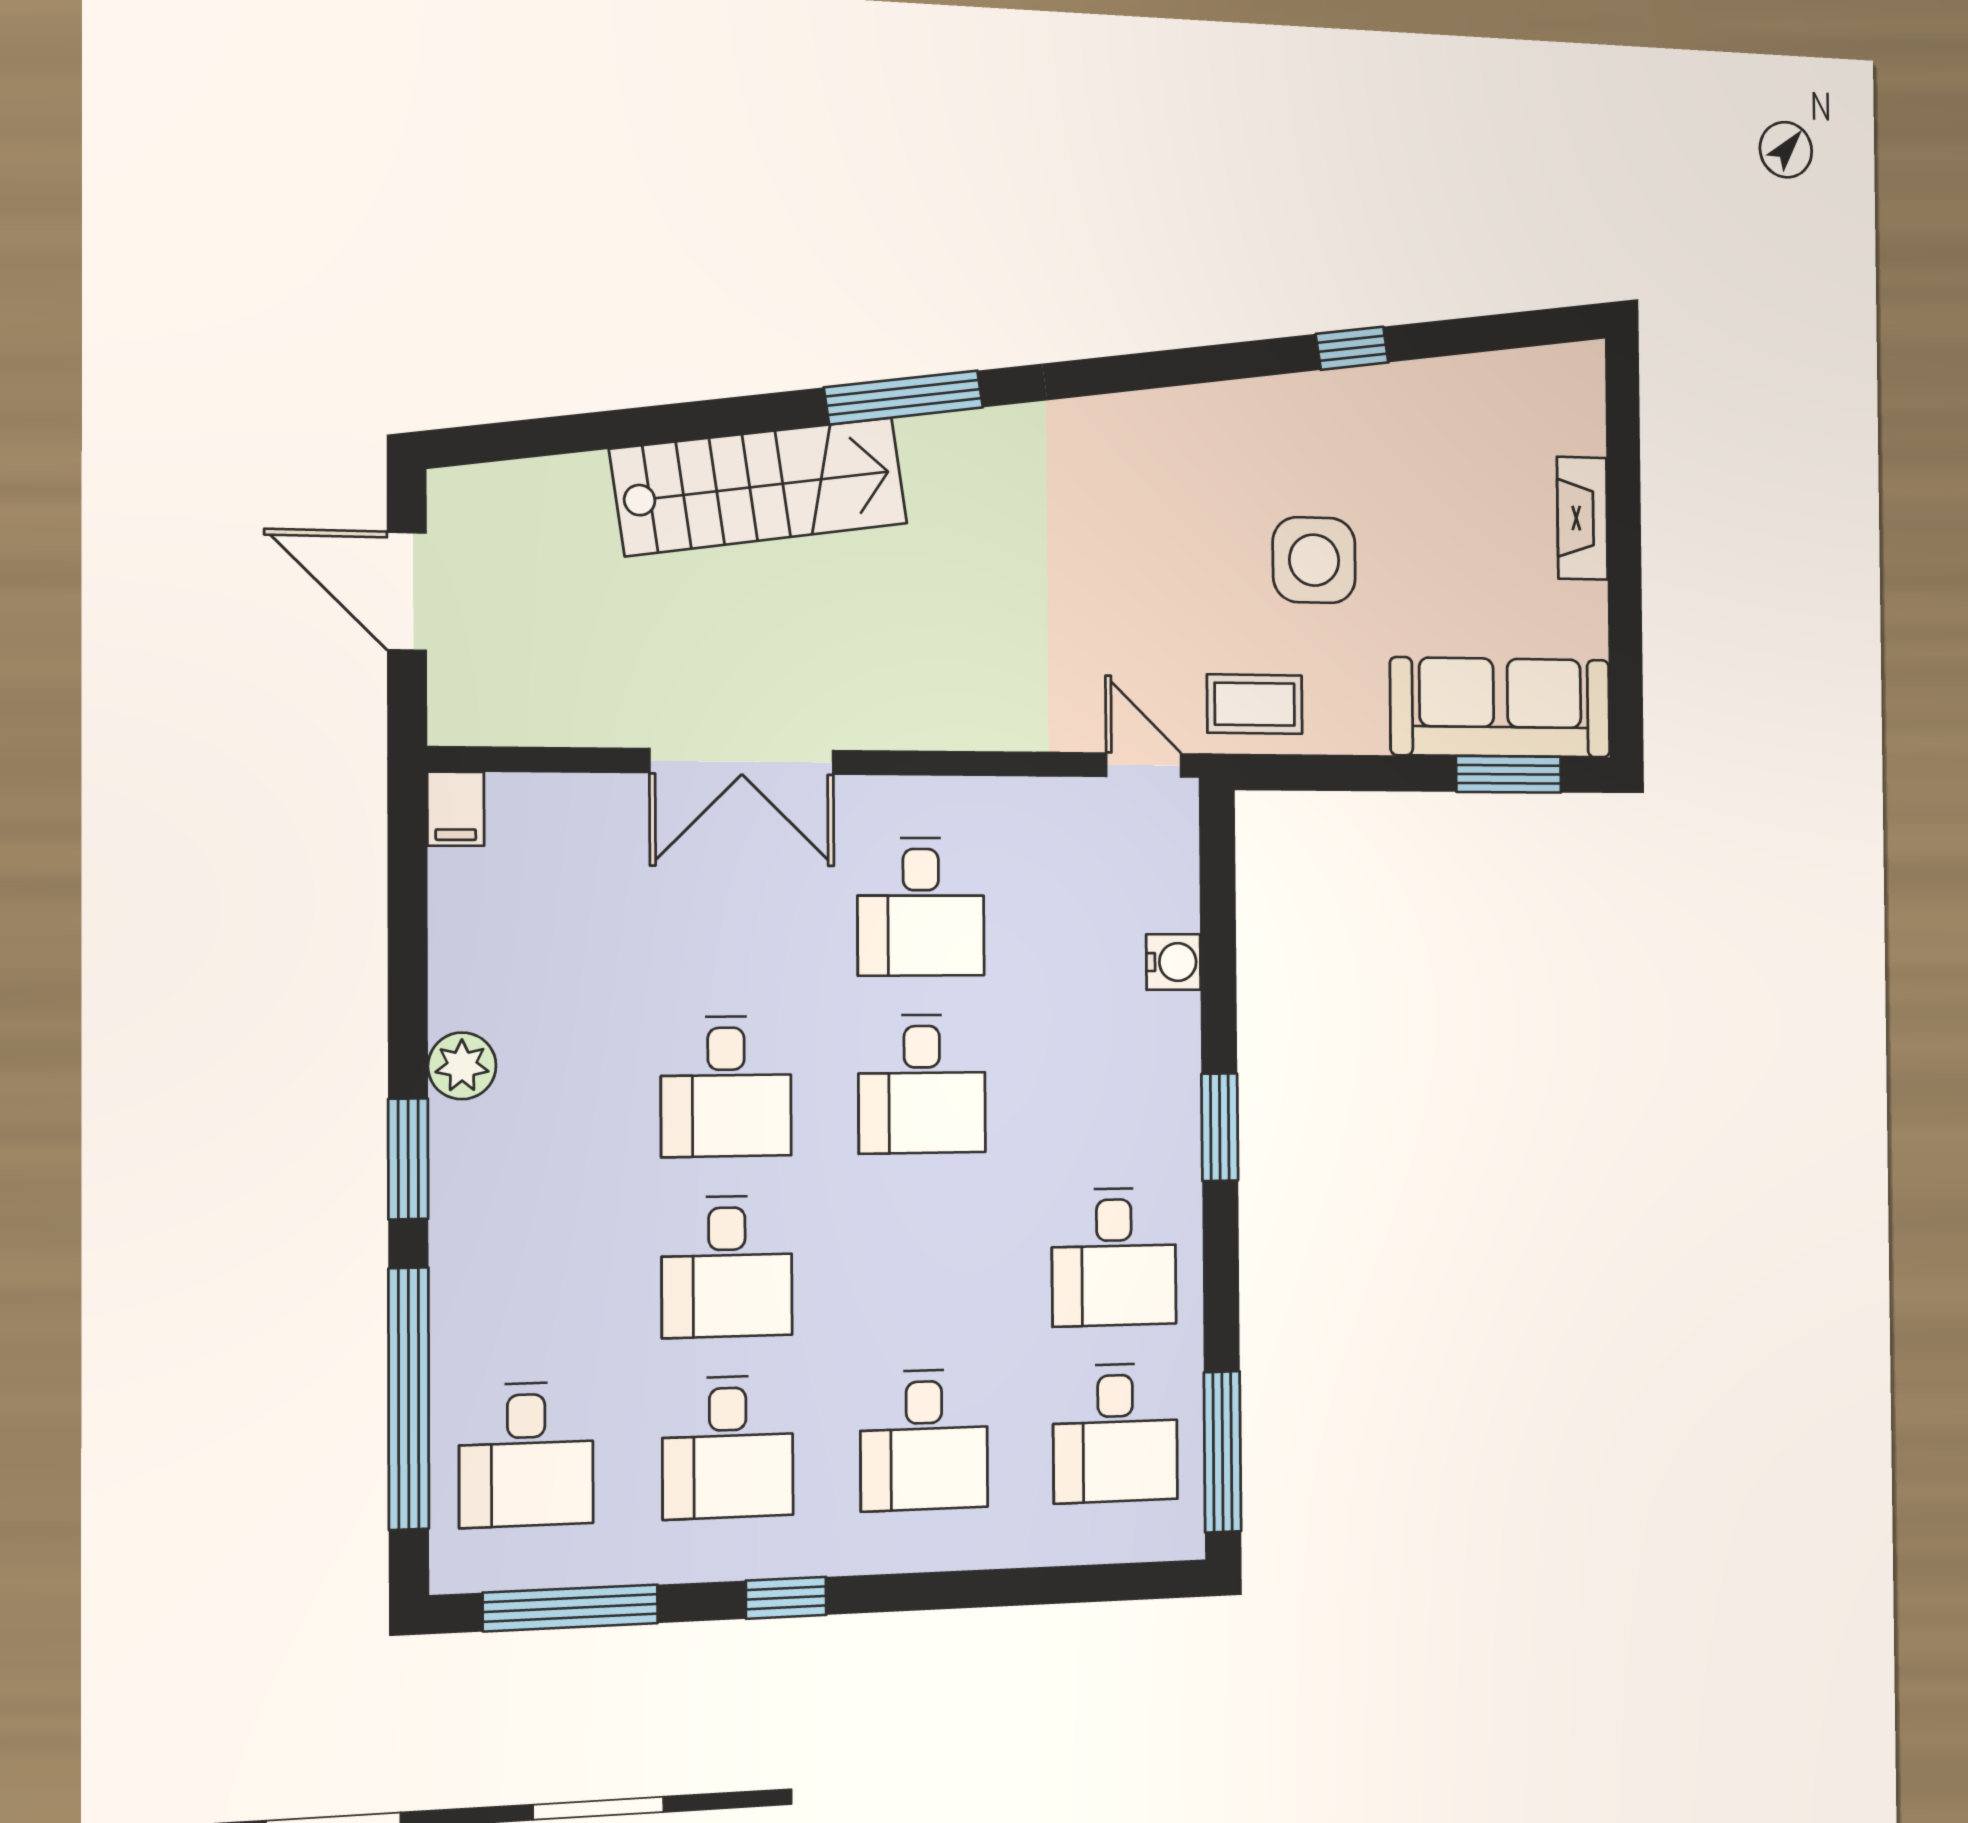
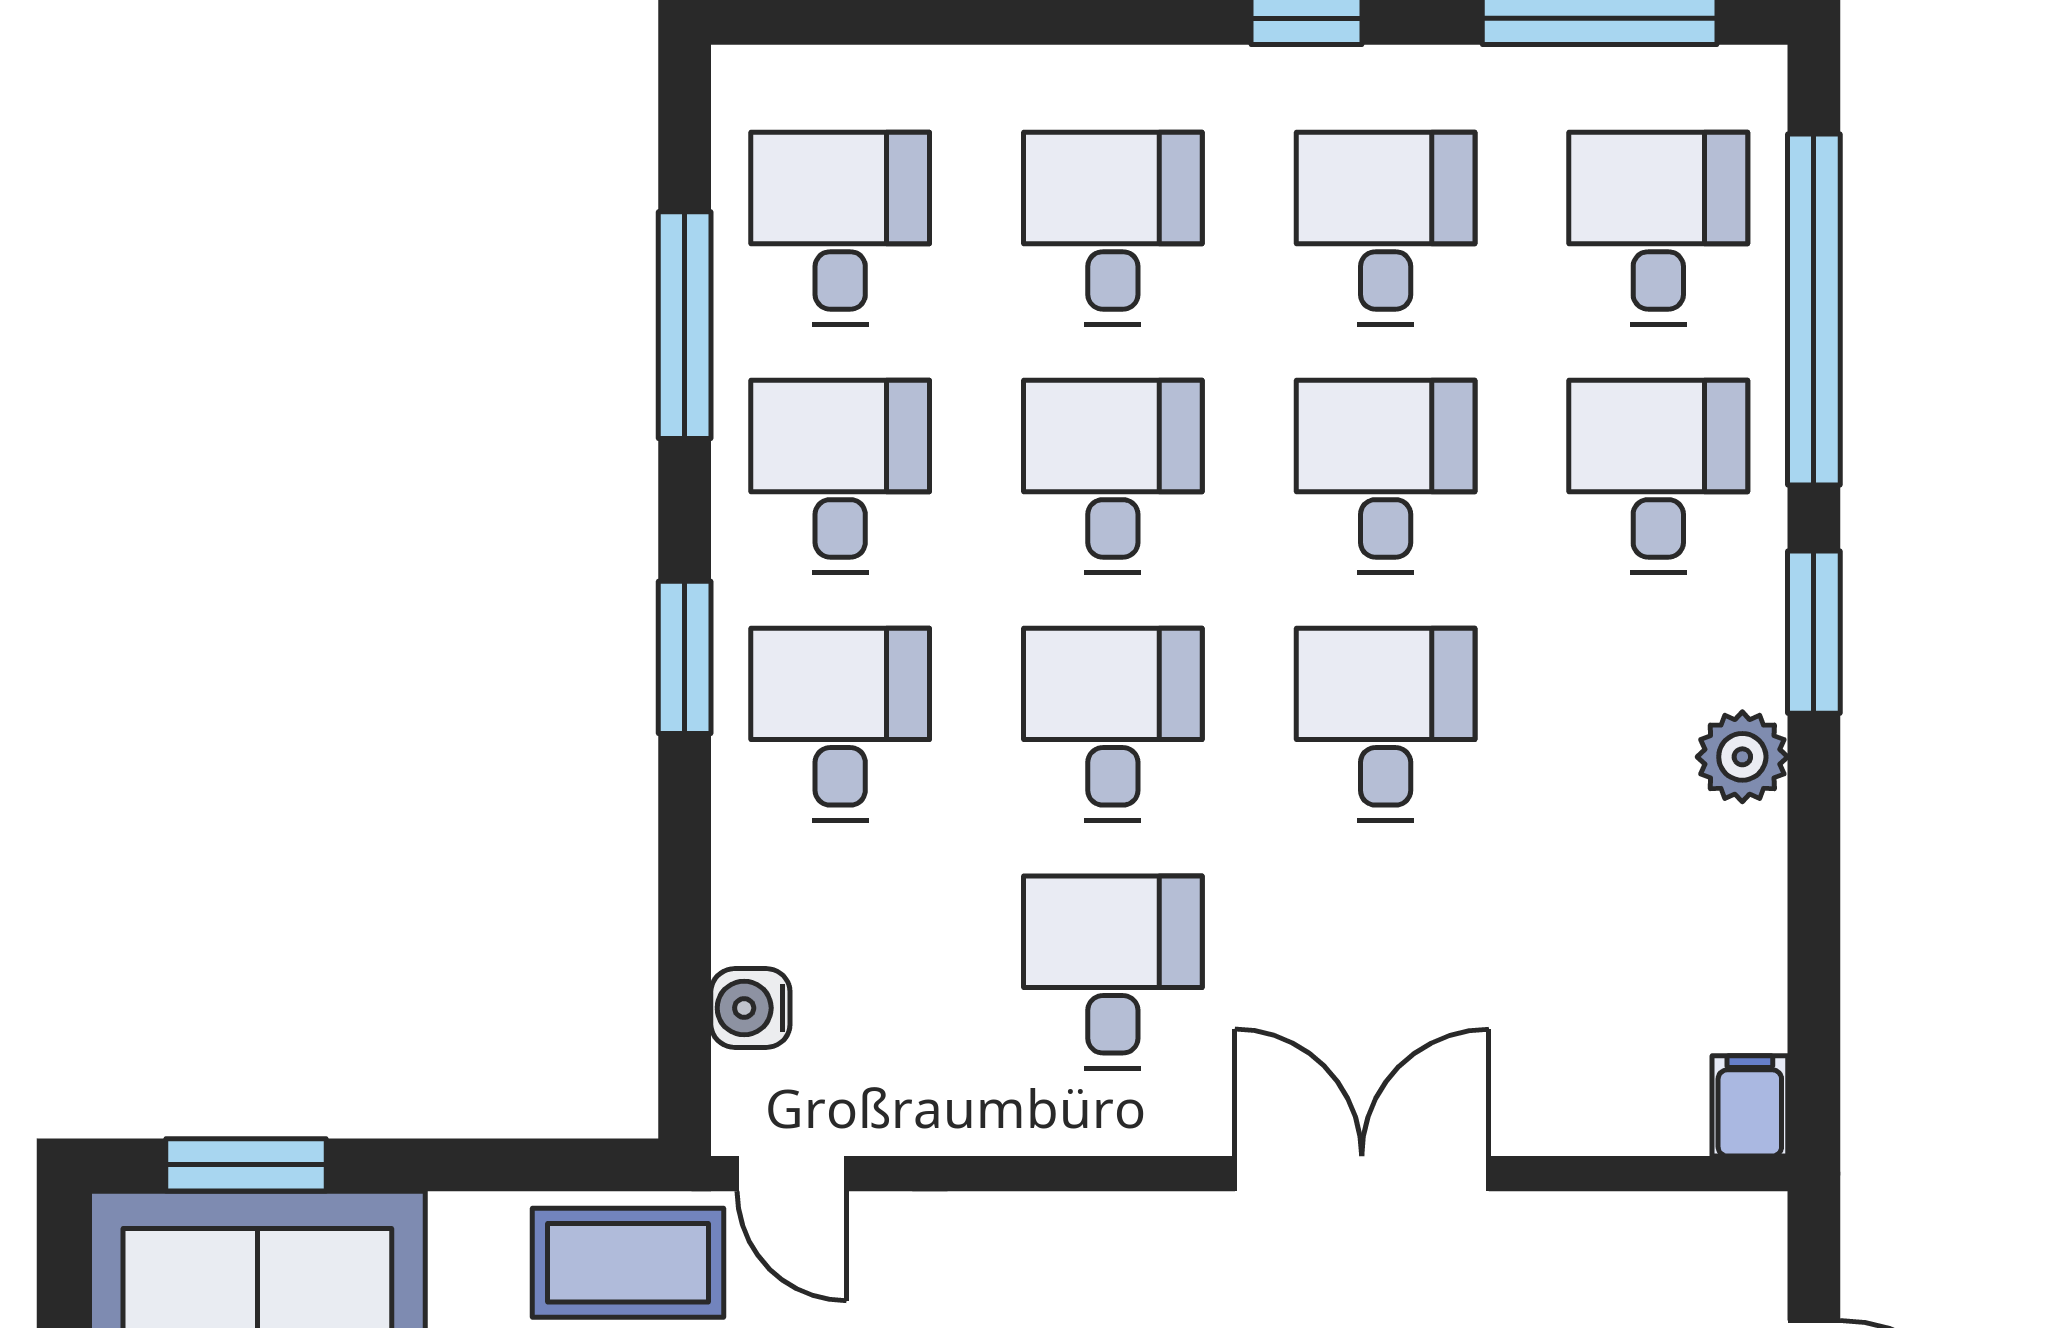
coffee table: (1255, 704) -> (628, 1263), width x1.36, depth x1.30
water cooler: (1173, 962) -> (750, 1008), moved
desk: (1113, 1081) -> (840, 724), added
desk: (923, 1262) -> (1113, 476), added
desk: (526, 1271) -> (1658, 476), added
window: (1222, 1452) -> (685, 325), moved

